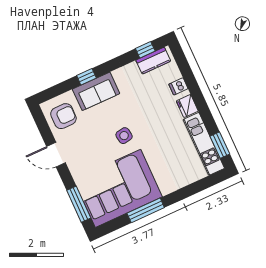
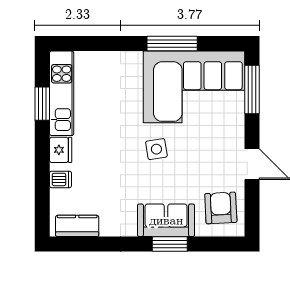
window: (145, 50) -> (81, 244), removed
window: (86, 77) -> (170, 244), width x1.50
armchair: (63, 116) -> (221, 208), turned 87
window: (220, 145) -> (42, 104), moved

